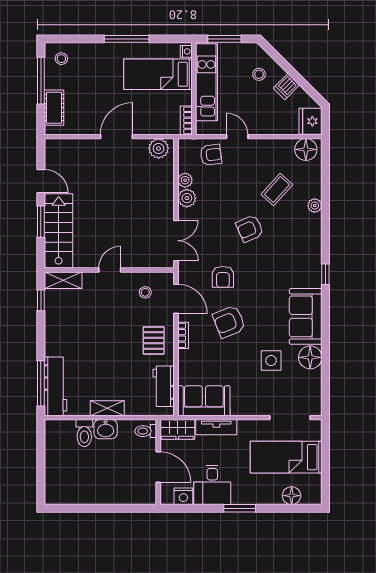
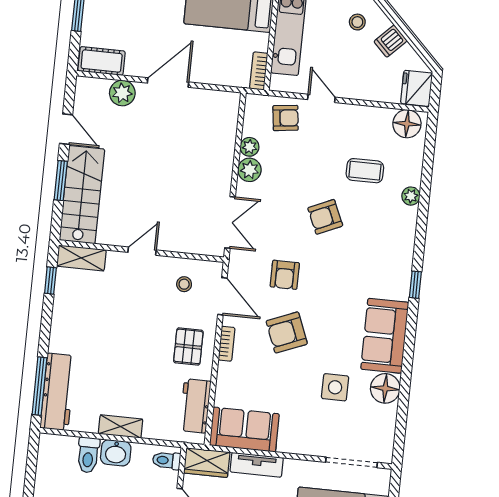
cot: (54, 108) -> (102, 61), moved, turned 90
plant: (159, 148) -> (122, 93), moved
coffee table: (277, 189) -> (365, 171), turned 48

